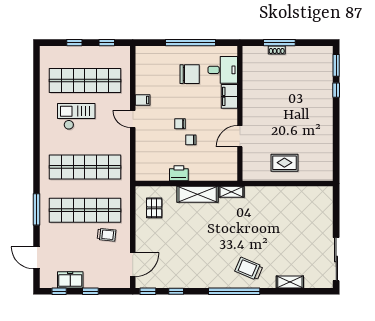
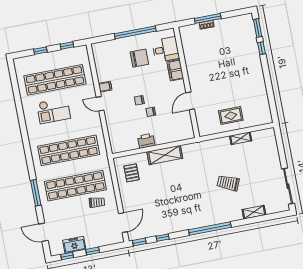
checkout: (76, 116) -> (54, 111), turned 180
shelving: (231, 192) -> (241, 138), moved
trolley: (249, 269) -> (228, 183), moved

